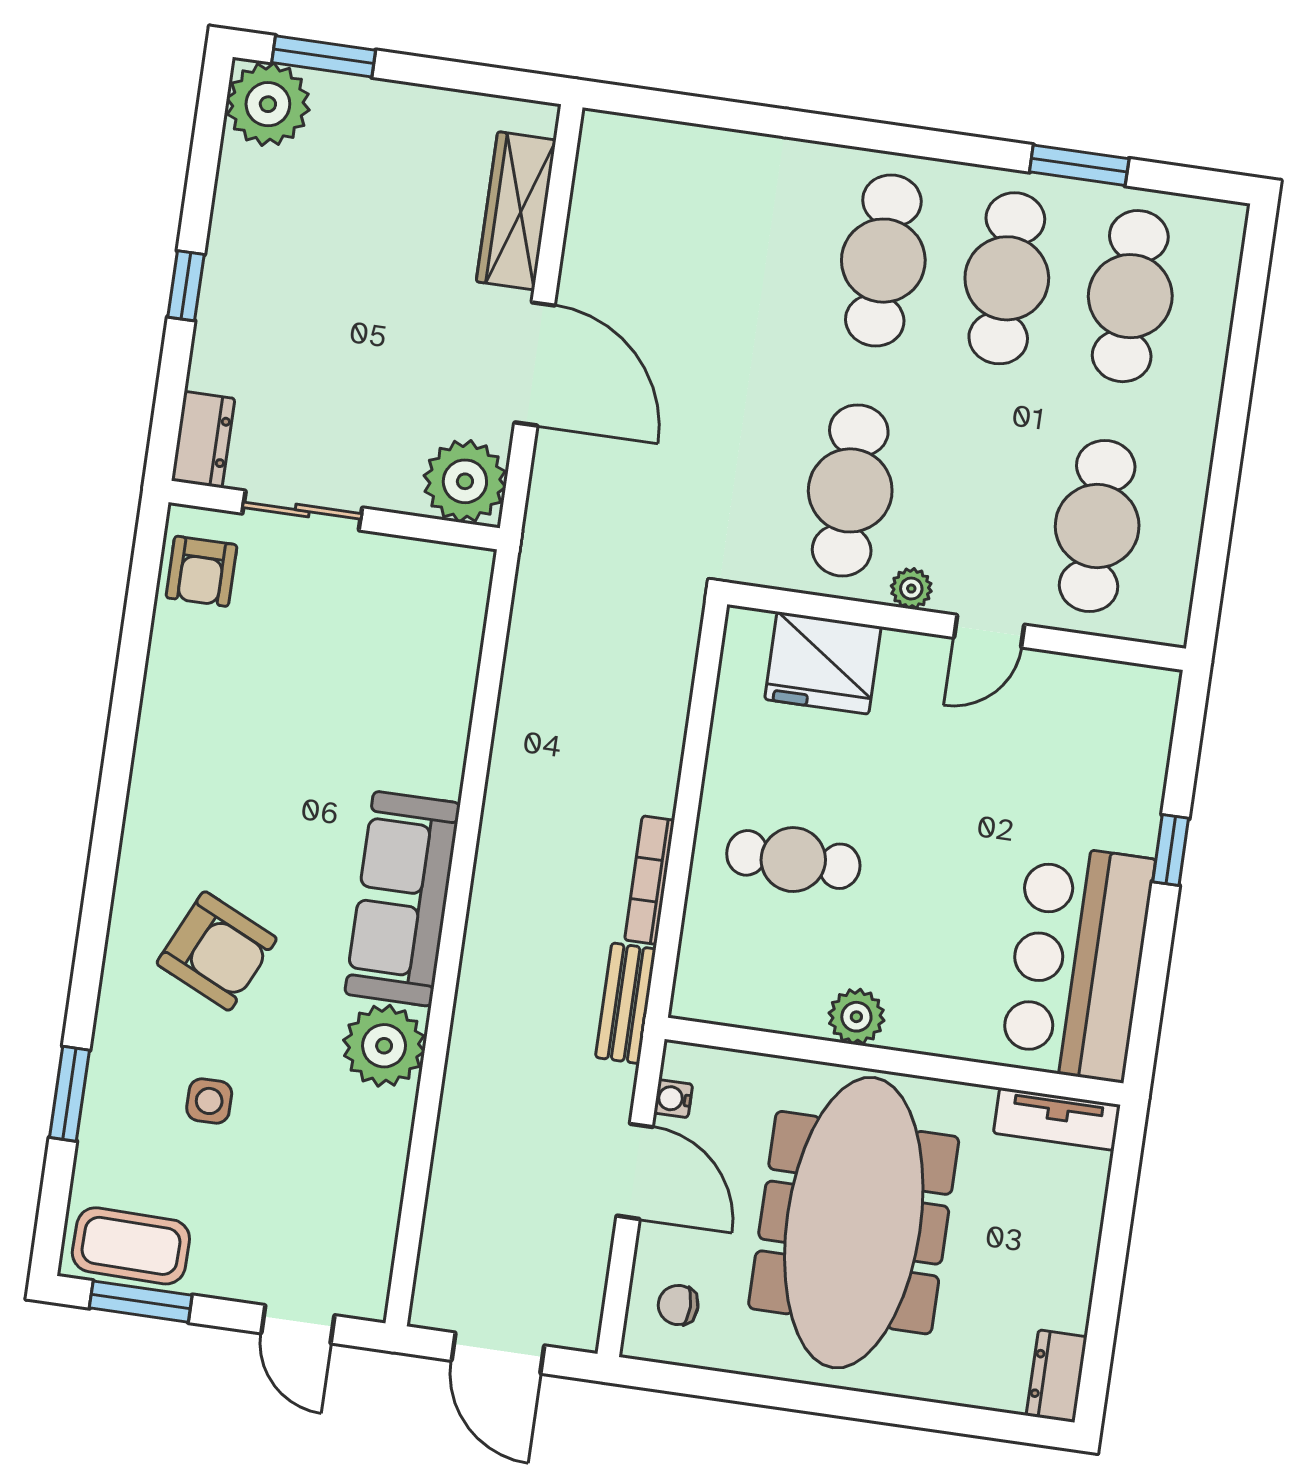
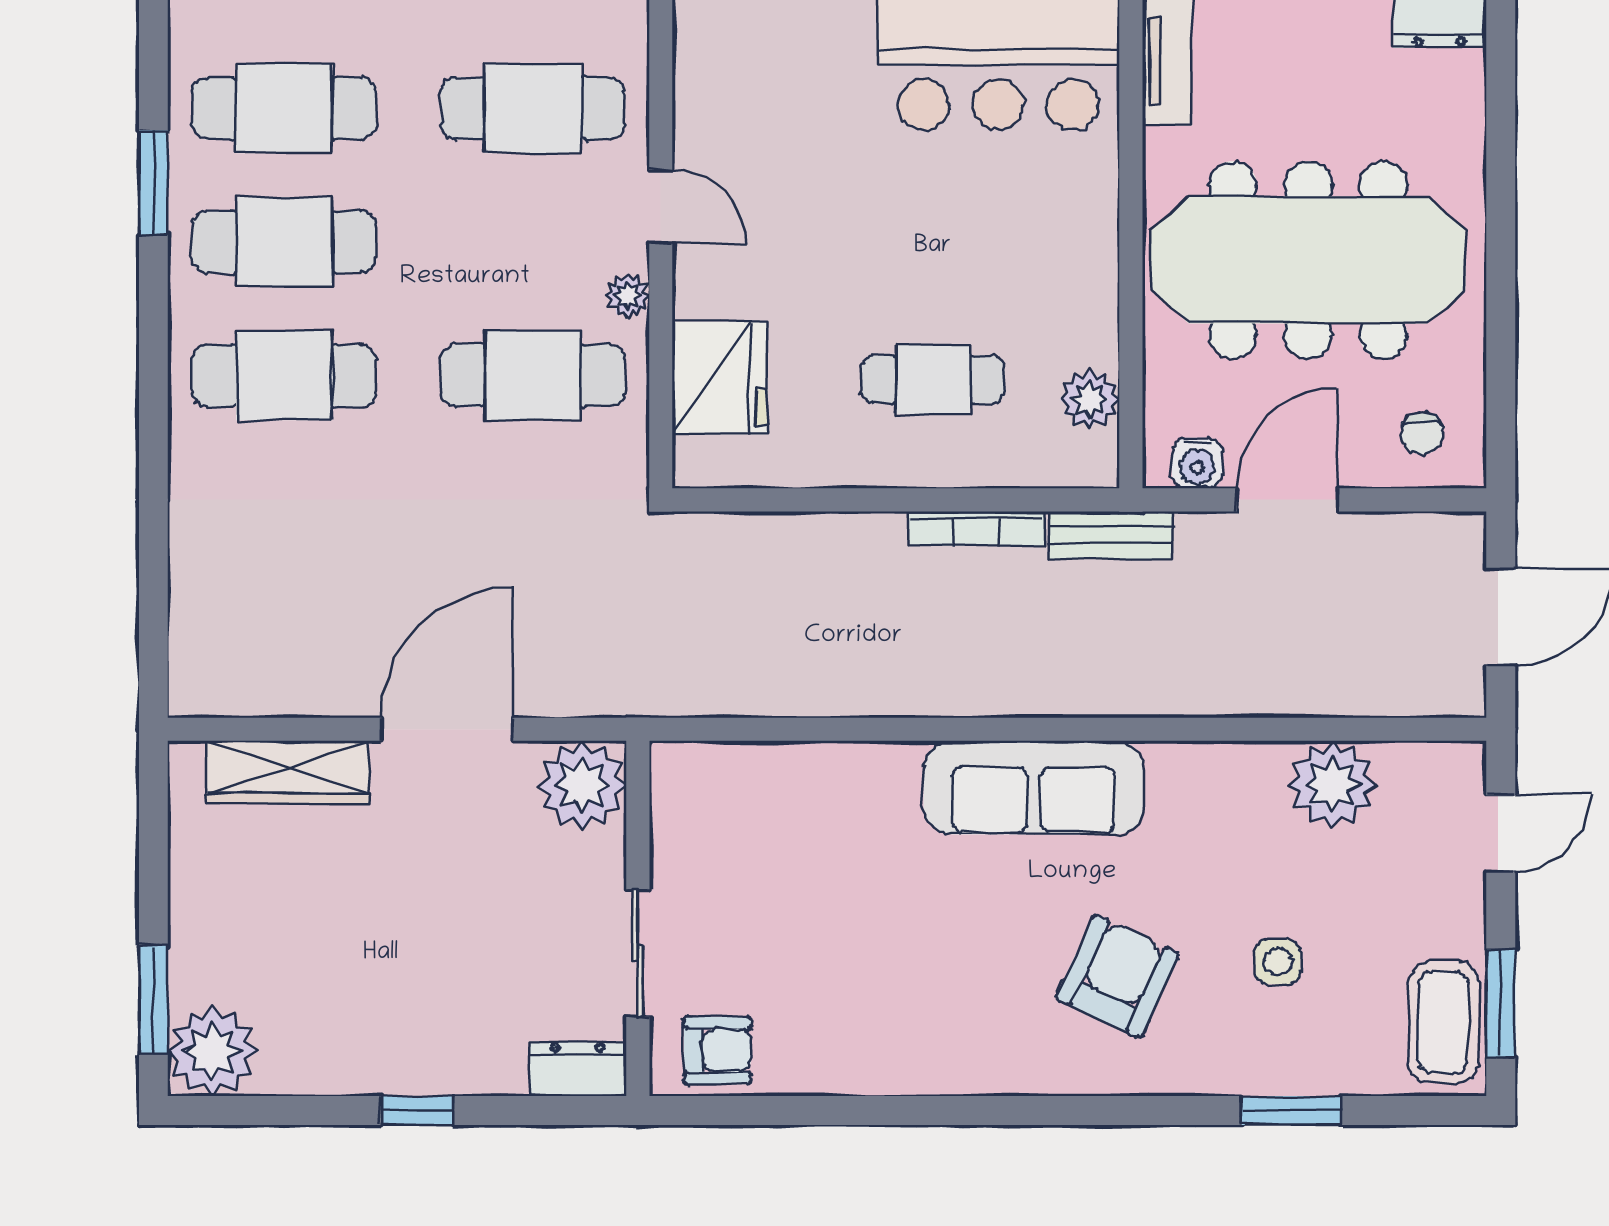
cafe table: (793, 860) -> (933, 379), turned 90
plant: (856, 1017) -> (1090, 399), moved
plant: (384, 1046) -> (1333, 785), moved
water cooler: (673, 1099) -> (1197, 463), width x1.38, depth x1.38

